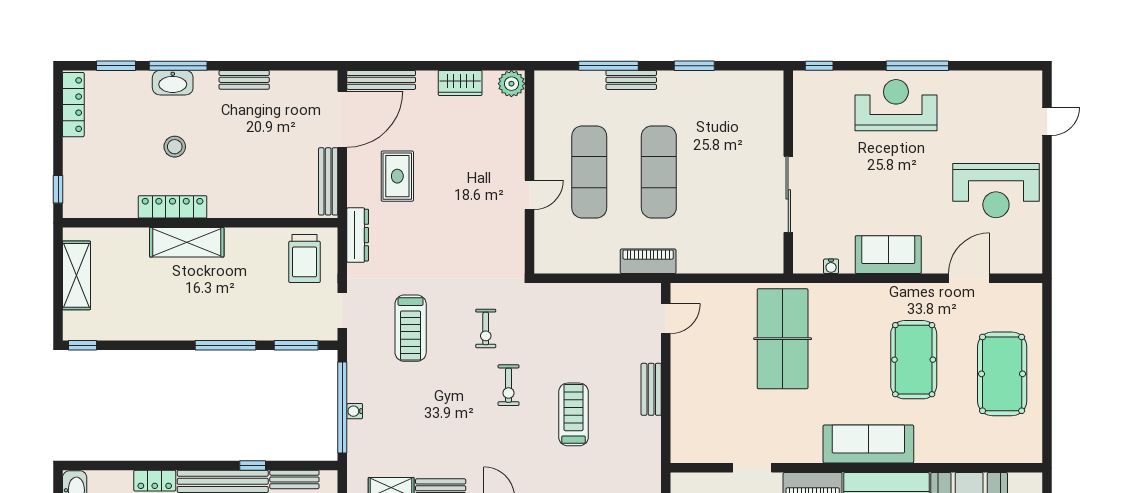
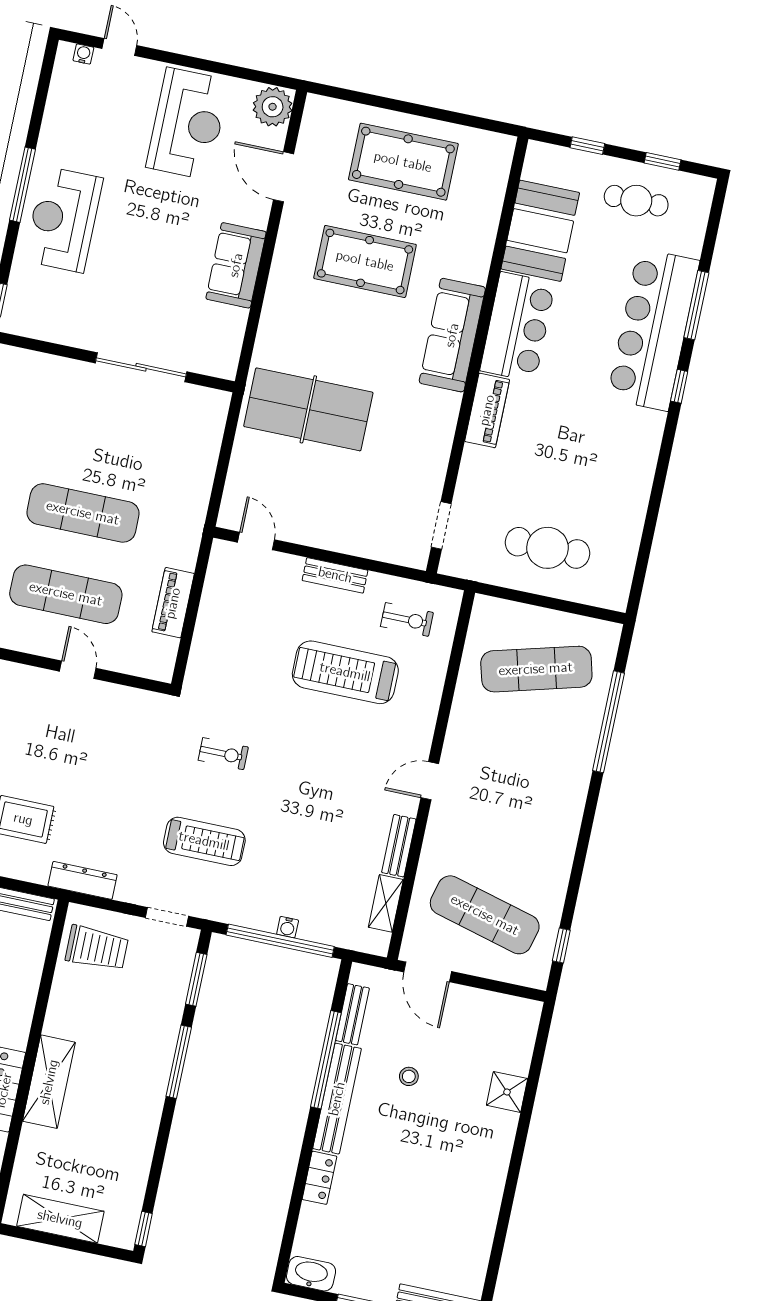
plant: (1024, 257) -> (273, 107), added
piano: (648, 261) -> (173, 603), moved
water cooler: (831, 266) -> (83, 54), moved, turned -90
exercise bike: (509, 385) -> (407, 619), moved
treadmill: (573, 414) -> (345, 672), width x1.37, depth x1.38
window: (253, 465) -> (326, 1060), width x3.17
doorway: (752, 468) -> (441, 525), moved

